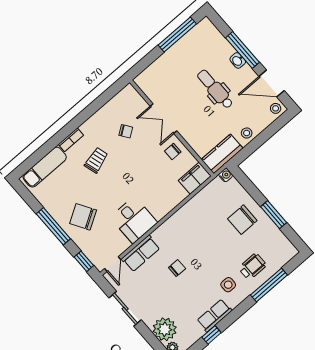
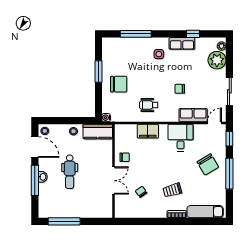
filing cabinet: (195, 178) -> (148, 131), moved
wheelchair: (252, 267) -> (149, 105), moved

